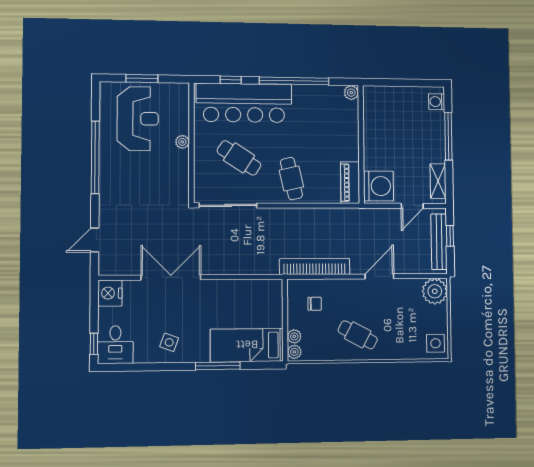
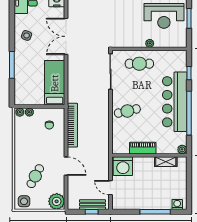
bar counter: (244, 103) -> (175, 102), moved
cafe table: (239, 158) -> (139, 64), moved, turned 57
shelving: (438, 181) -> (166, 162), moved
piano: (350, 183) -> (143, 148), moved
bench: (439, 242) -> (92, 205), width x0.73
double door: (171, 277) -> (66, 36), swing flipped
cafe table: (358, 335) -> (35, 176), moved
bed: (247, 345) -> (55, 83), moved

